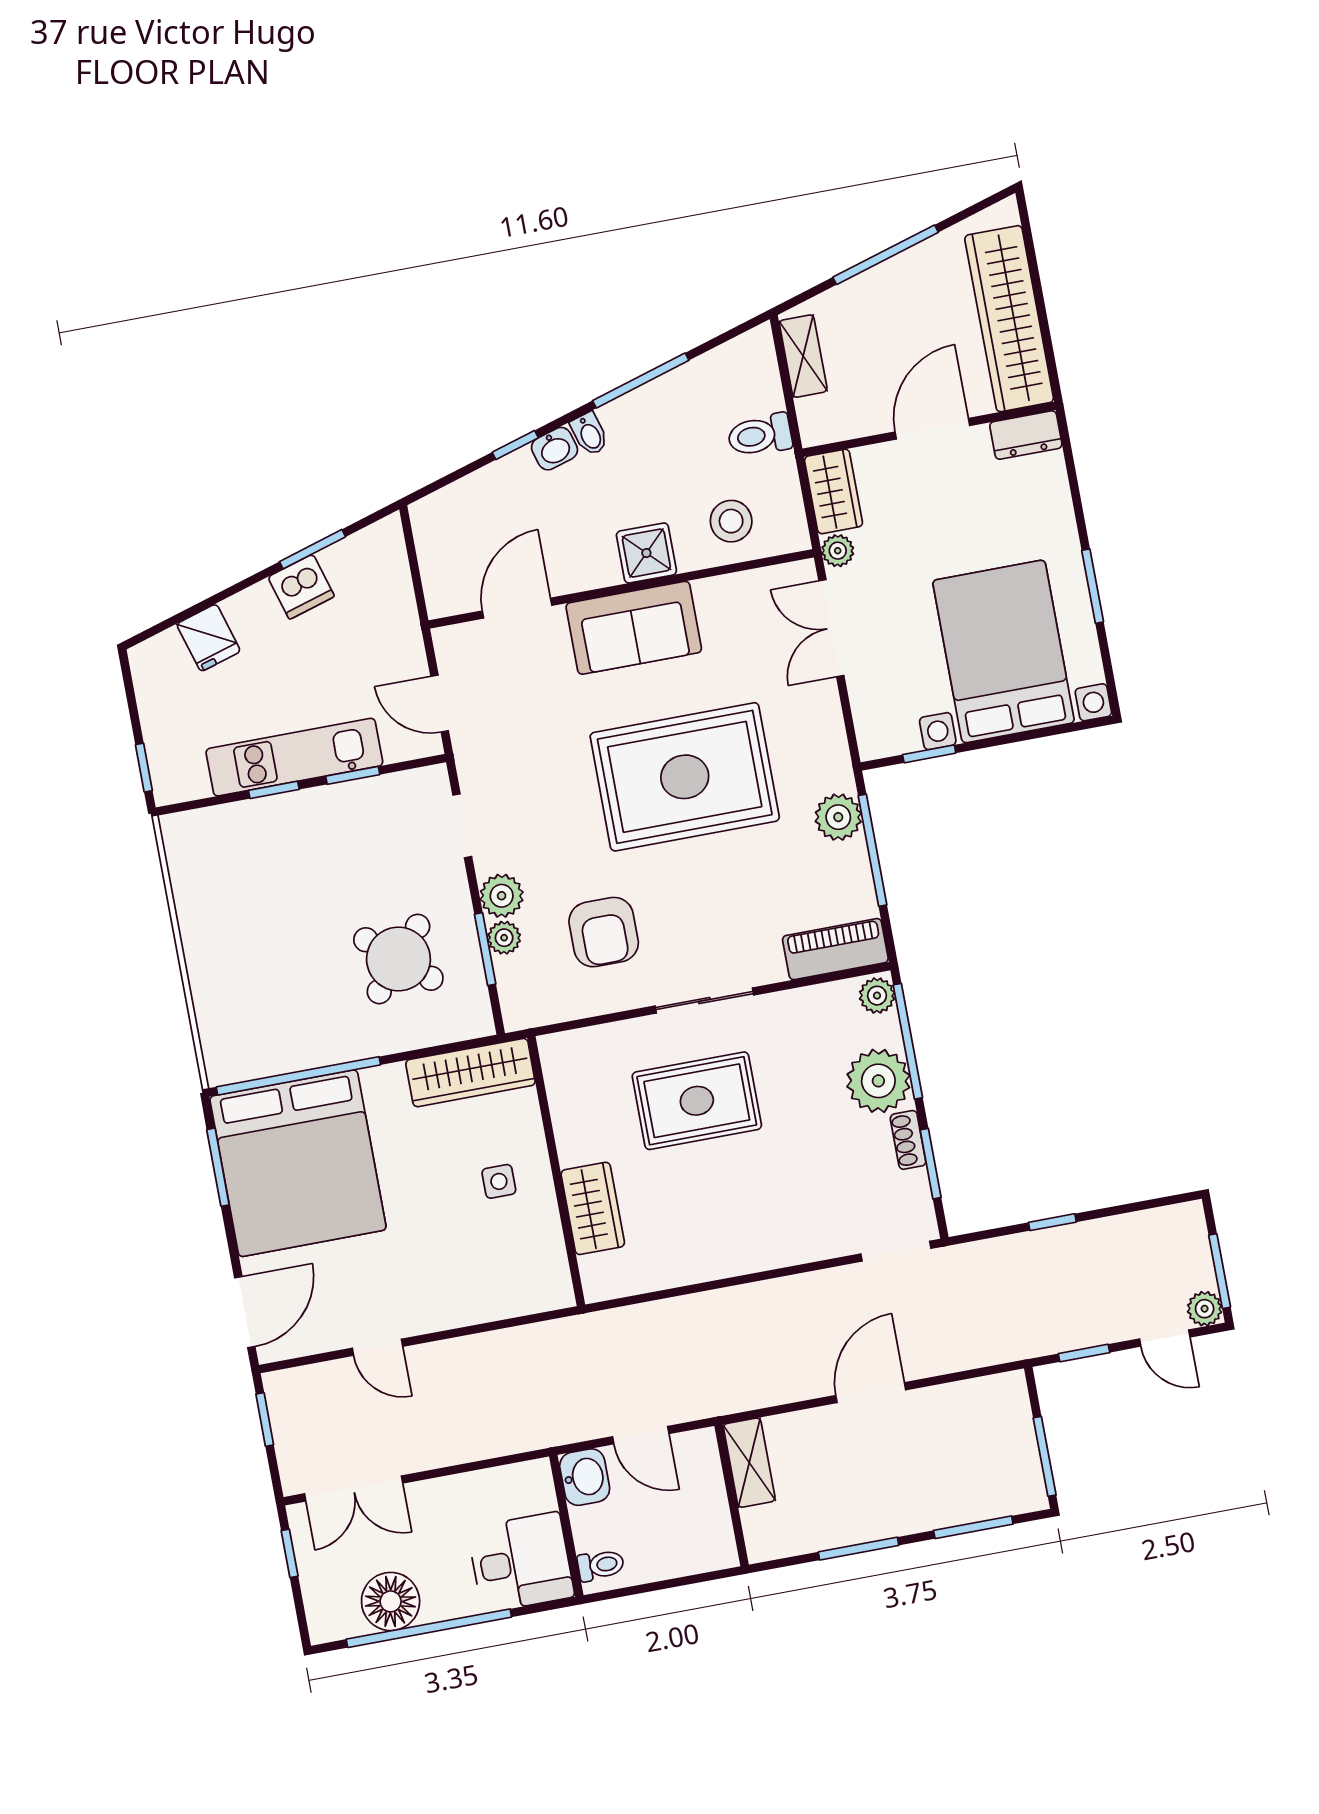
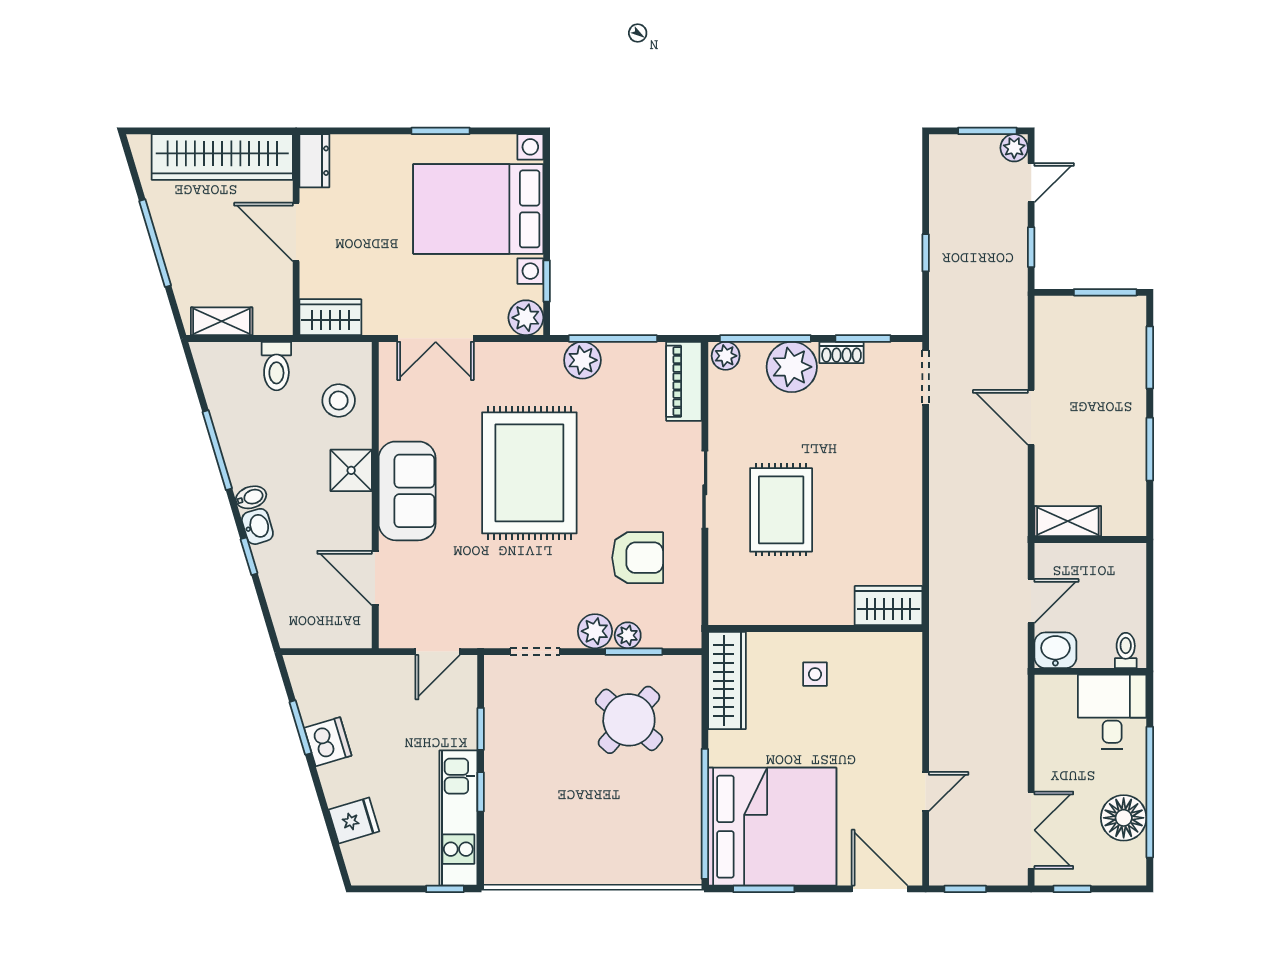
plant: (838, 551) -> (526, 318), moved, width x1.38, depth x1.38
kitchen unit: (294, 757) -> (458, 818), moved
wardrobe: (593, 1208) -> (889, 606), moved

